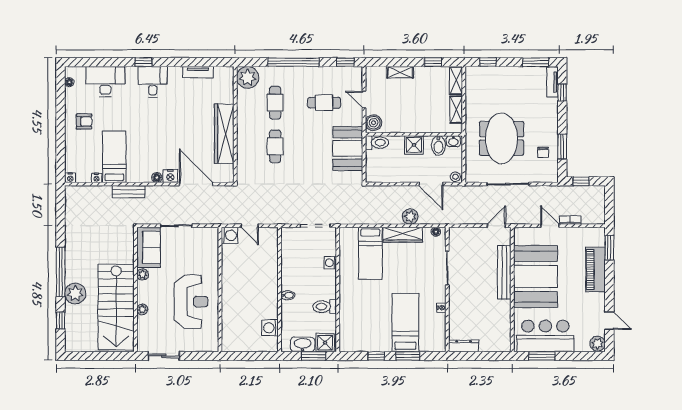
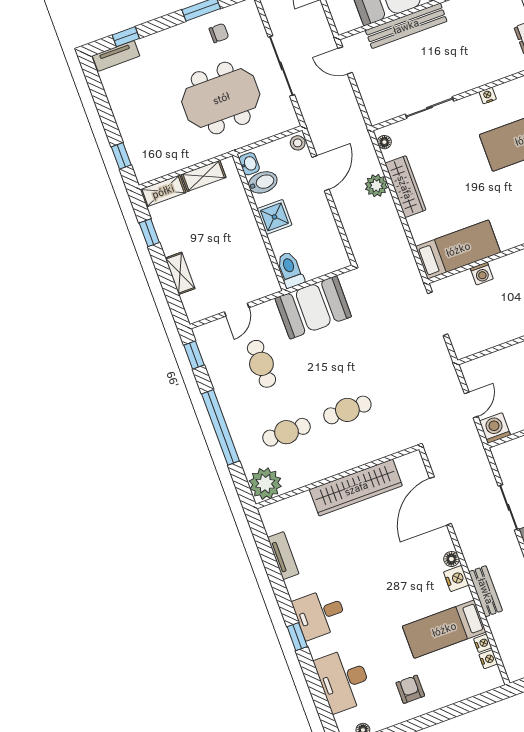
window: (536, 62) -> (97, 89), removed
boiler: (374, 123) -> (264, 285), removed
nightstand: (170, 176) -> (456, 579), moved
nightstand: (70, 178) -> (488, 659), moved
bed: (370, 253) -> (458, 249), moved

